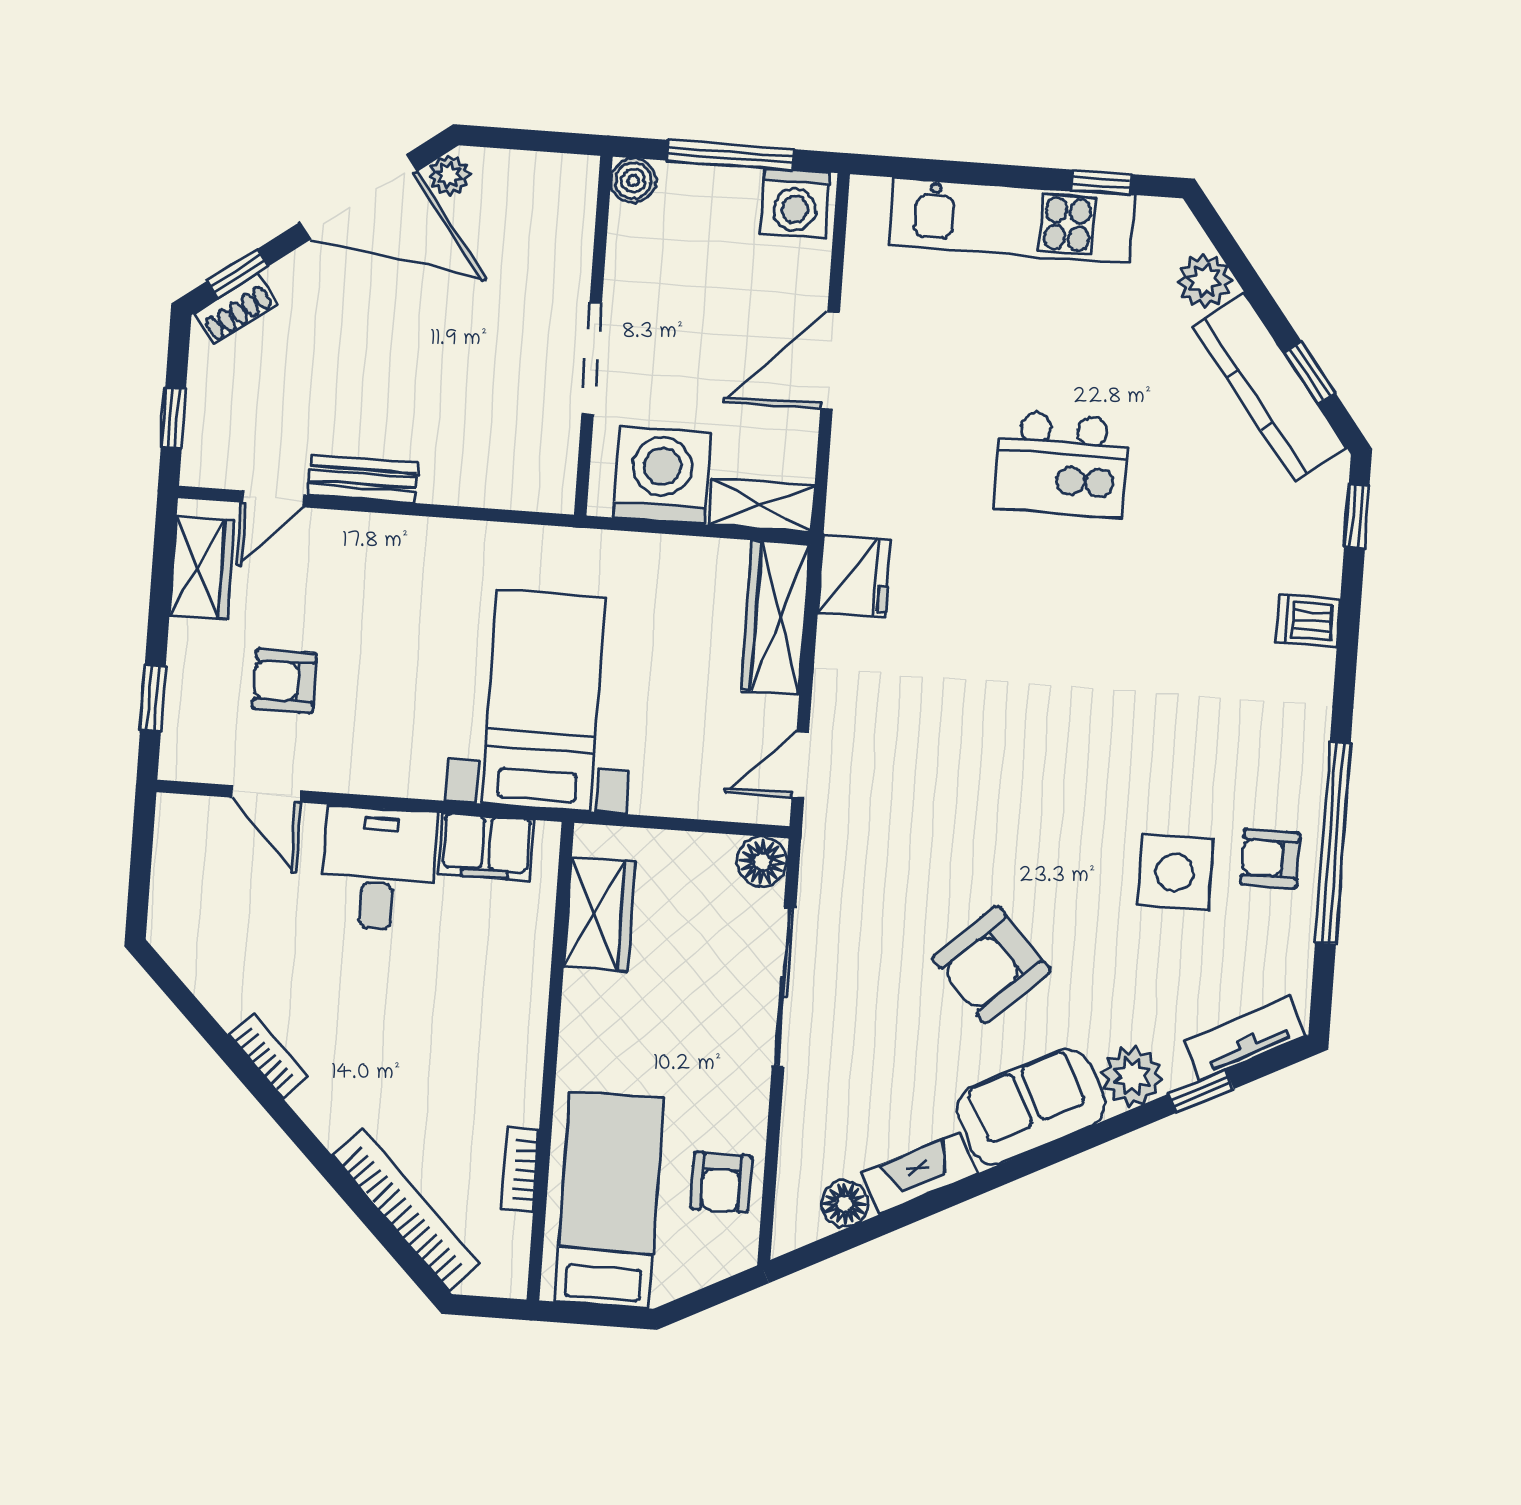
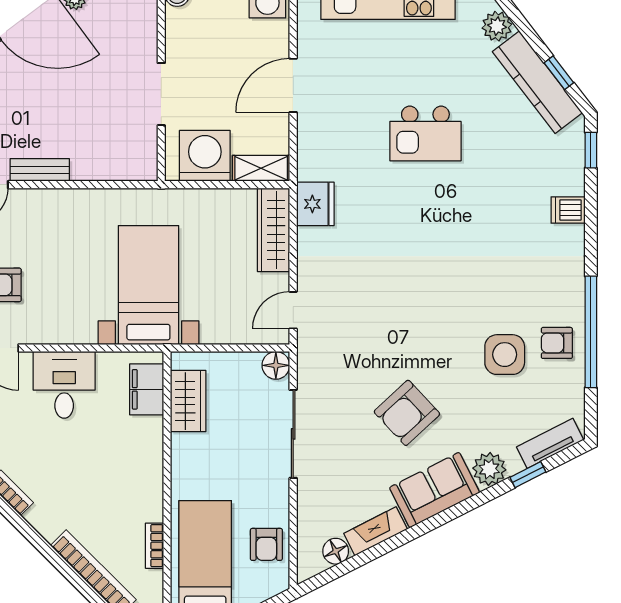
filing cabinet: (486, 847) -> (147, 389), moved, turned 90

